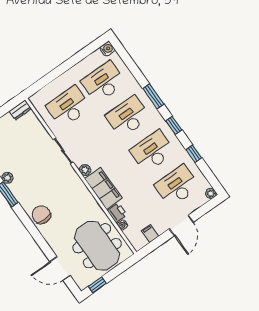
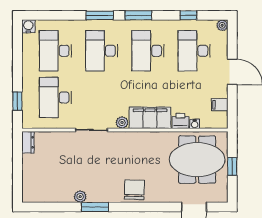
window: (46, 80) -> (17, 101), added
window: (174, 125) -> (138, 15), width x1.50
window: (194, 154) -> (188, 15), moved
chair: (41, 215) -> (134, 190), turned 92
window: (97, 285) -> (232, 166), moved

